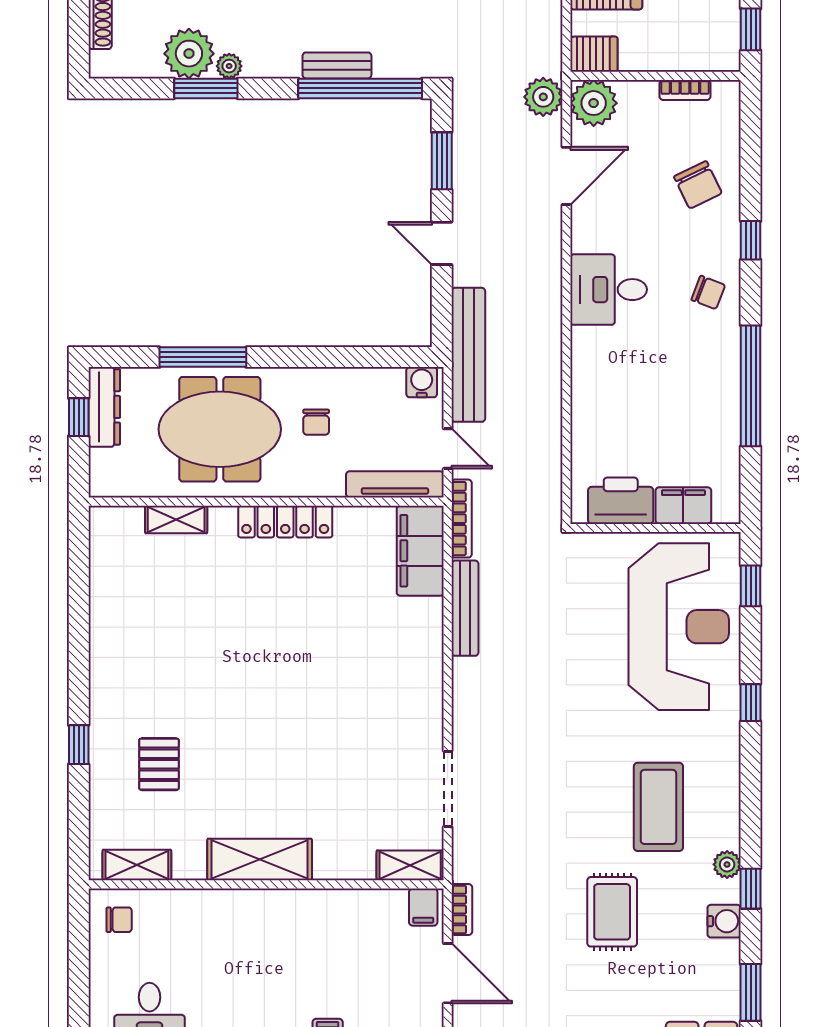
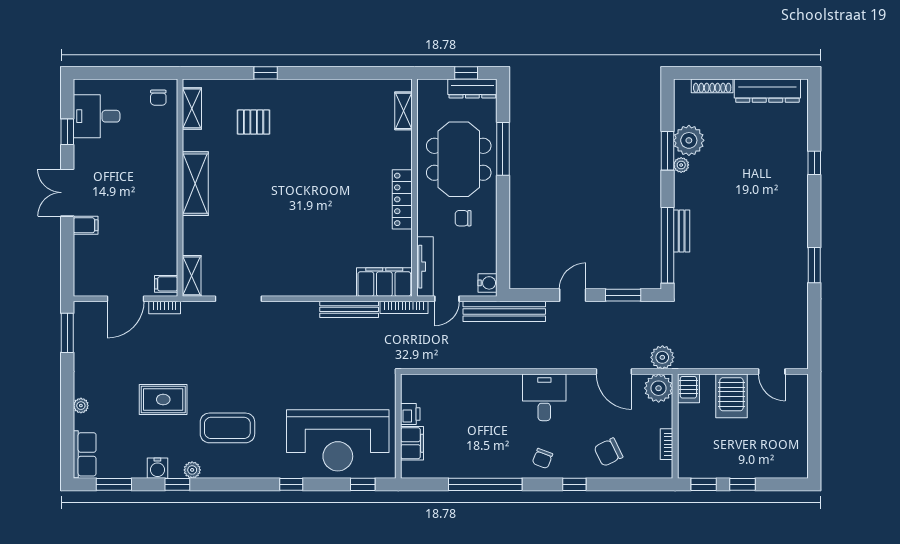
printer: (621, 501) -> (410, 414), width x0.53, depth x0.68
shelving: (176, 519) -> (403, 111), moved

